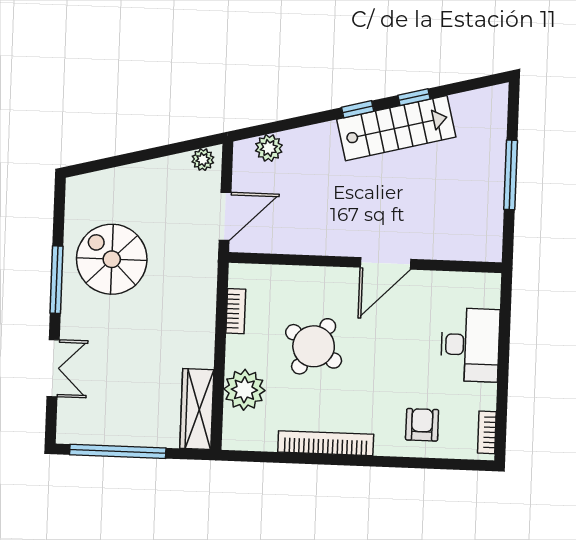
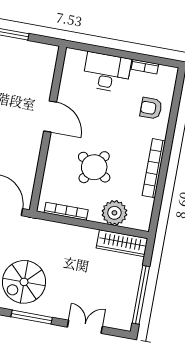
bookcase: (236, 311) -> (66, 211), width x1.56
bookcase: (487, 432) -> (145, 67), moved

